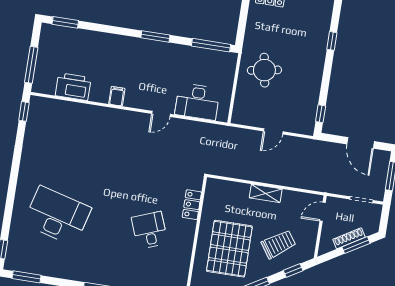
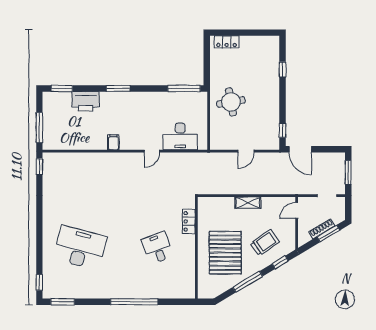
window: (155, 36) -> (118, 88), moved
printer: (73, 87) -> (86, 101), moved, turned 180
door: (361, 143) -> (300, 149), moved

